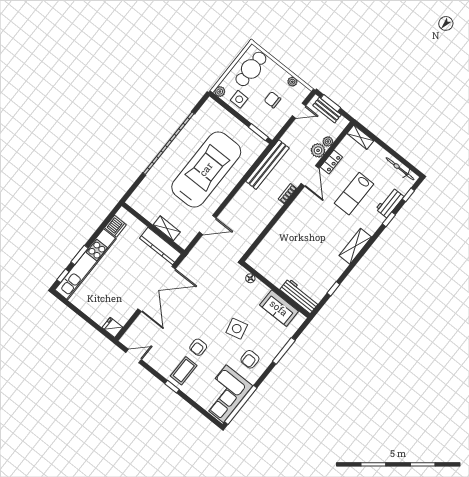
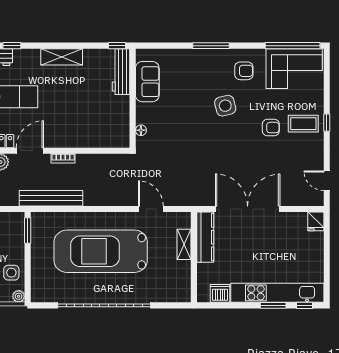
floor lamp: (250, 278) -> (141, 130), moved
wall: (276, 290) -> (133, 98), moved
workbench: (300, 296) -> (121, 72), moved
sofa: (279, 308) -> (147, 82), moved

